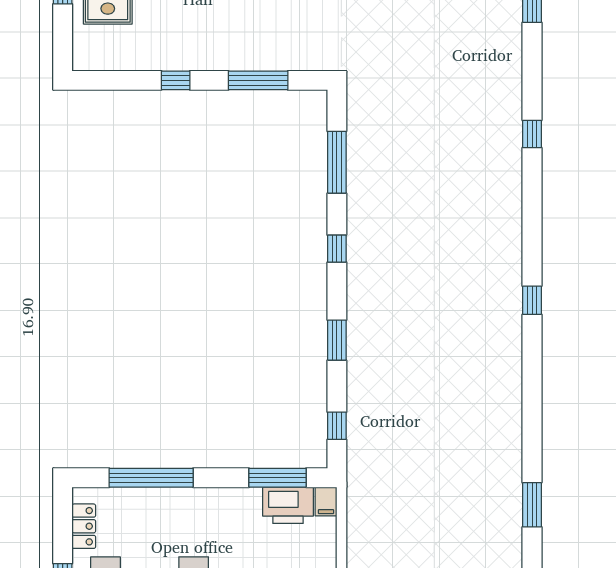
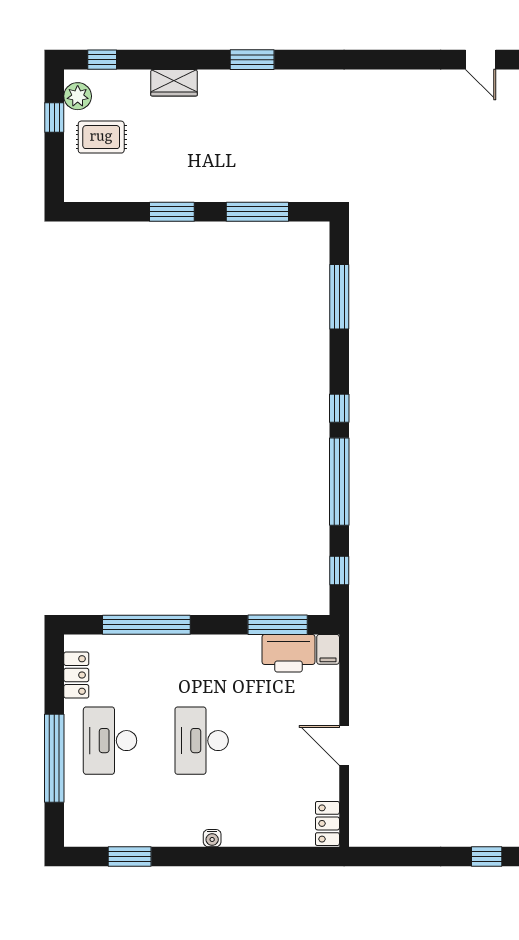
window: (176, 80) -> (172, 212), width x1.50
window: (337, 249) -> (339, 408), moved
window: (337, 340) -> (339, 482), width x2.11

